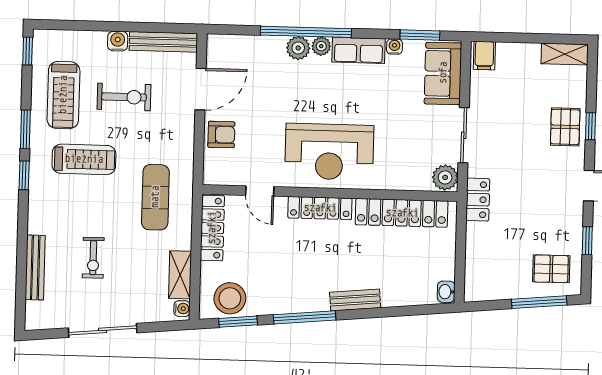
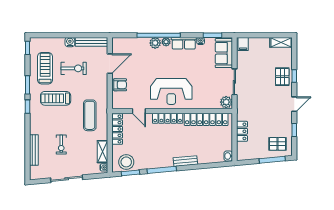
treadmill: (63, 95) -> (45, 68), turned 180
treadmill: (84, 159) -> (56, 98), turned 180
locker: (478, 200) -> (242, 131), moved

